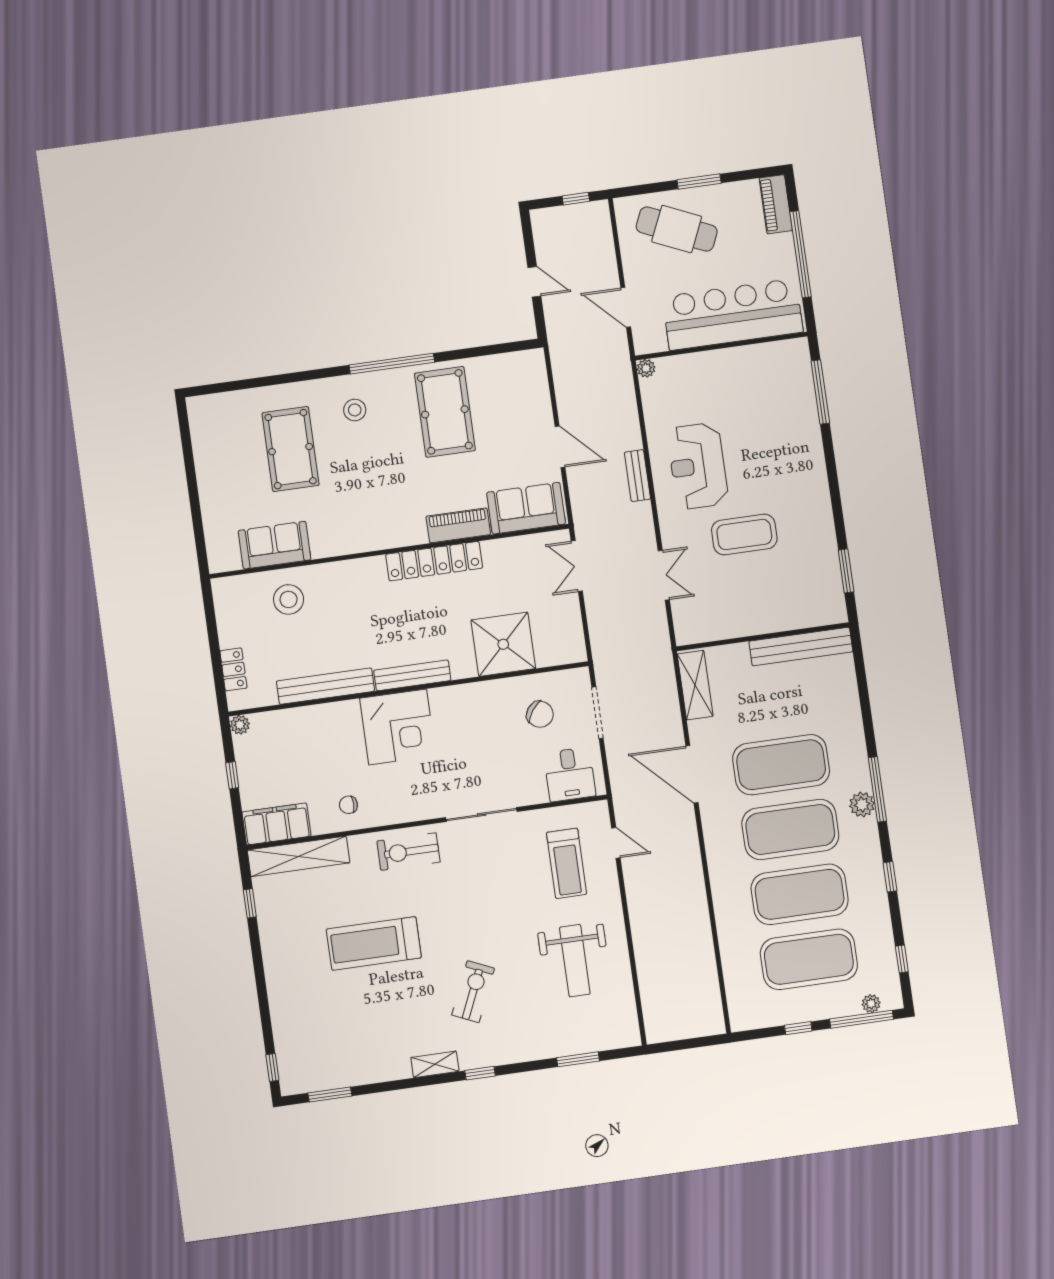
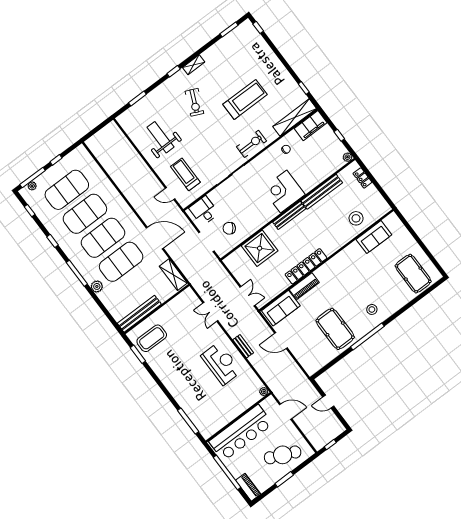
pool table: (291, 449) -> (413, 274), moved
coffee table: (744, 535) -> (152, 338), moved
plant: (862, 805) -> (97, 286), moved

